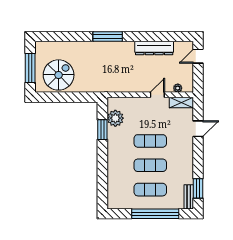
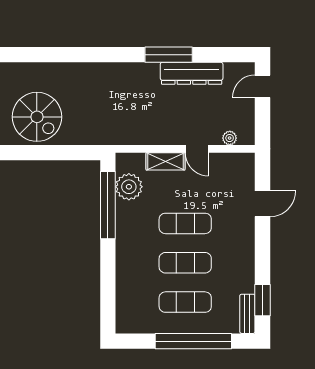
window: (108, 36) -> (169, 55), moved
spiral stairs: (59, 75) -> (37, 117), turned 90
door: (157, 95) -> (197, 149), swing flipped
shelving: (181, 103) -> (165, 161), moved
window: (102, 130) -> (108, 205), width x2.11

